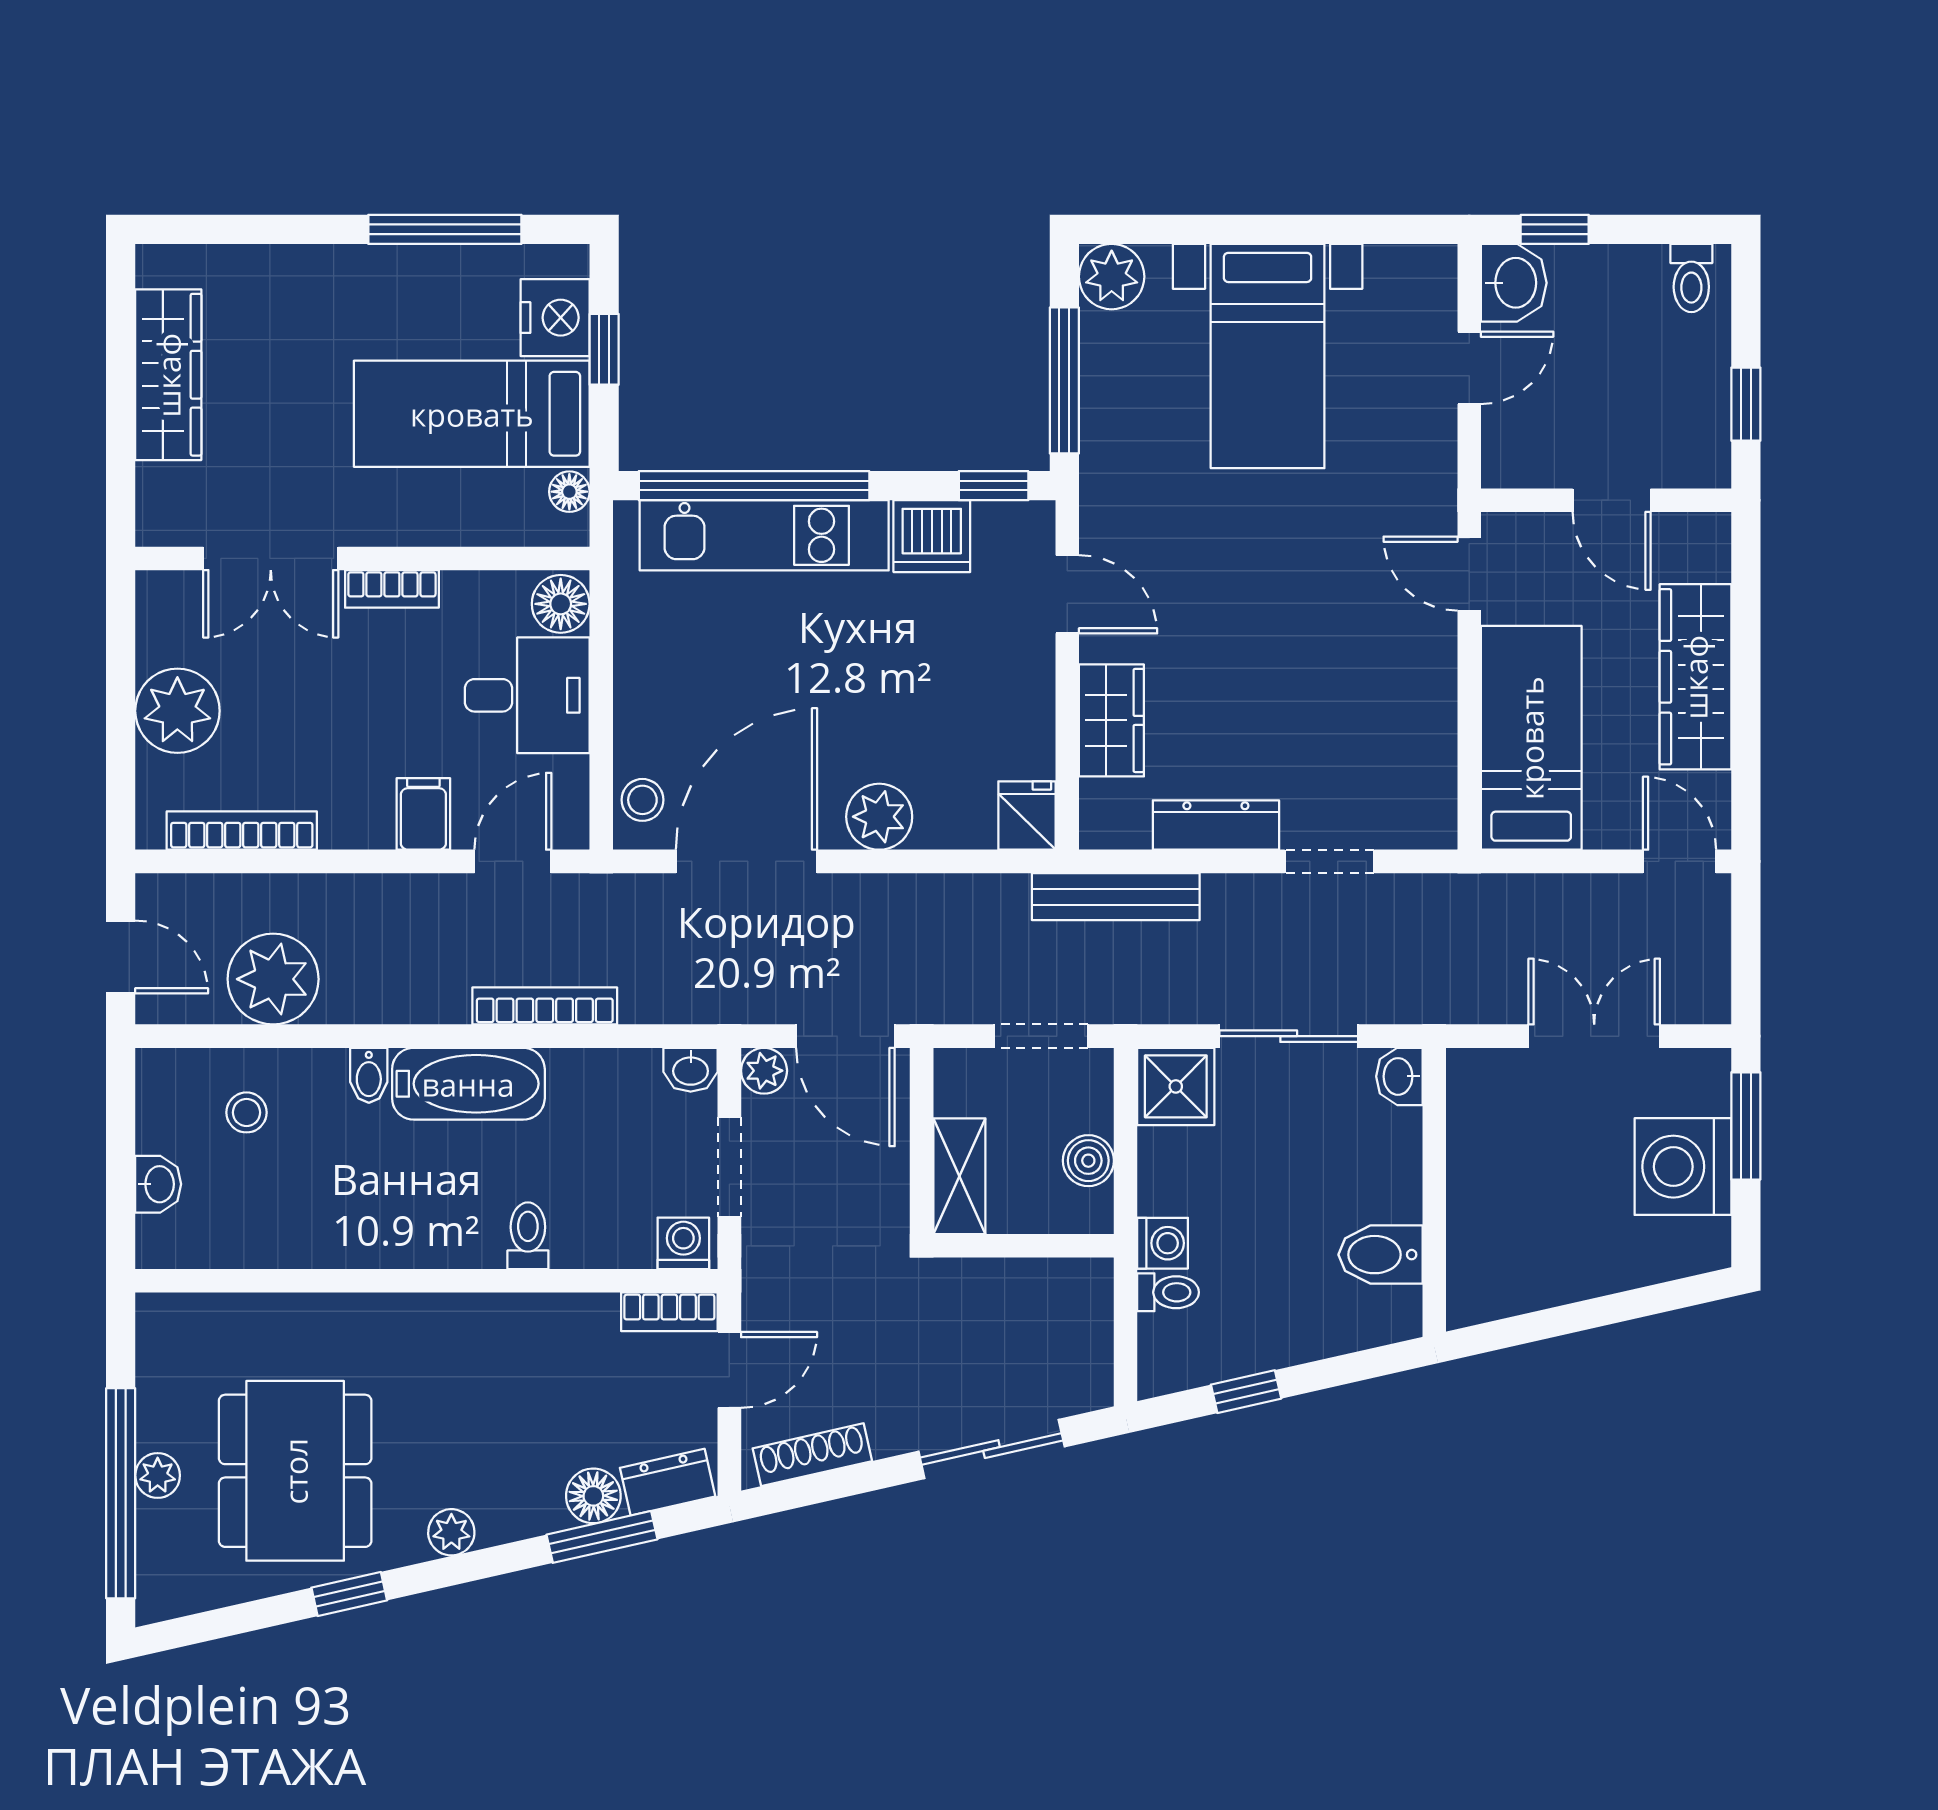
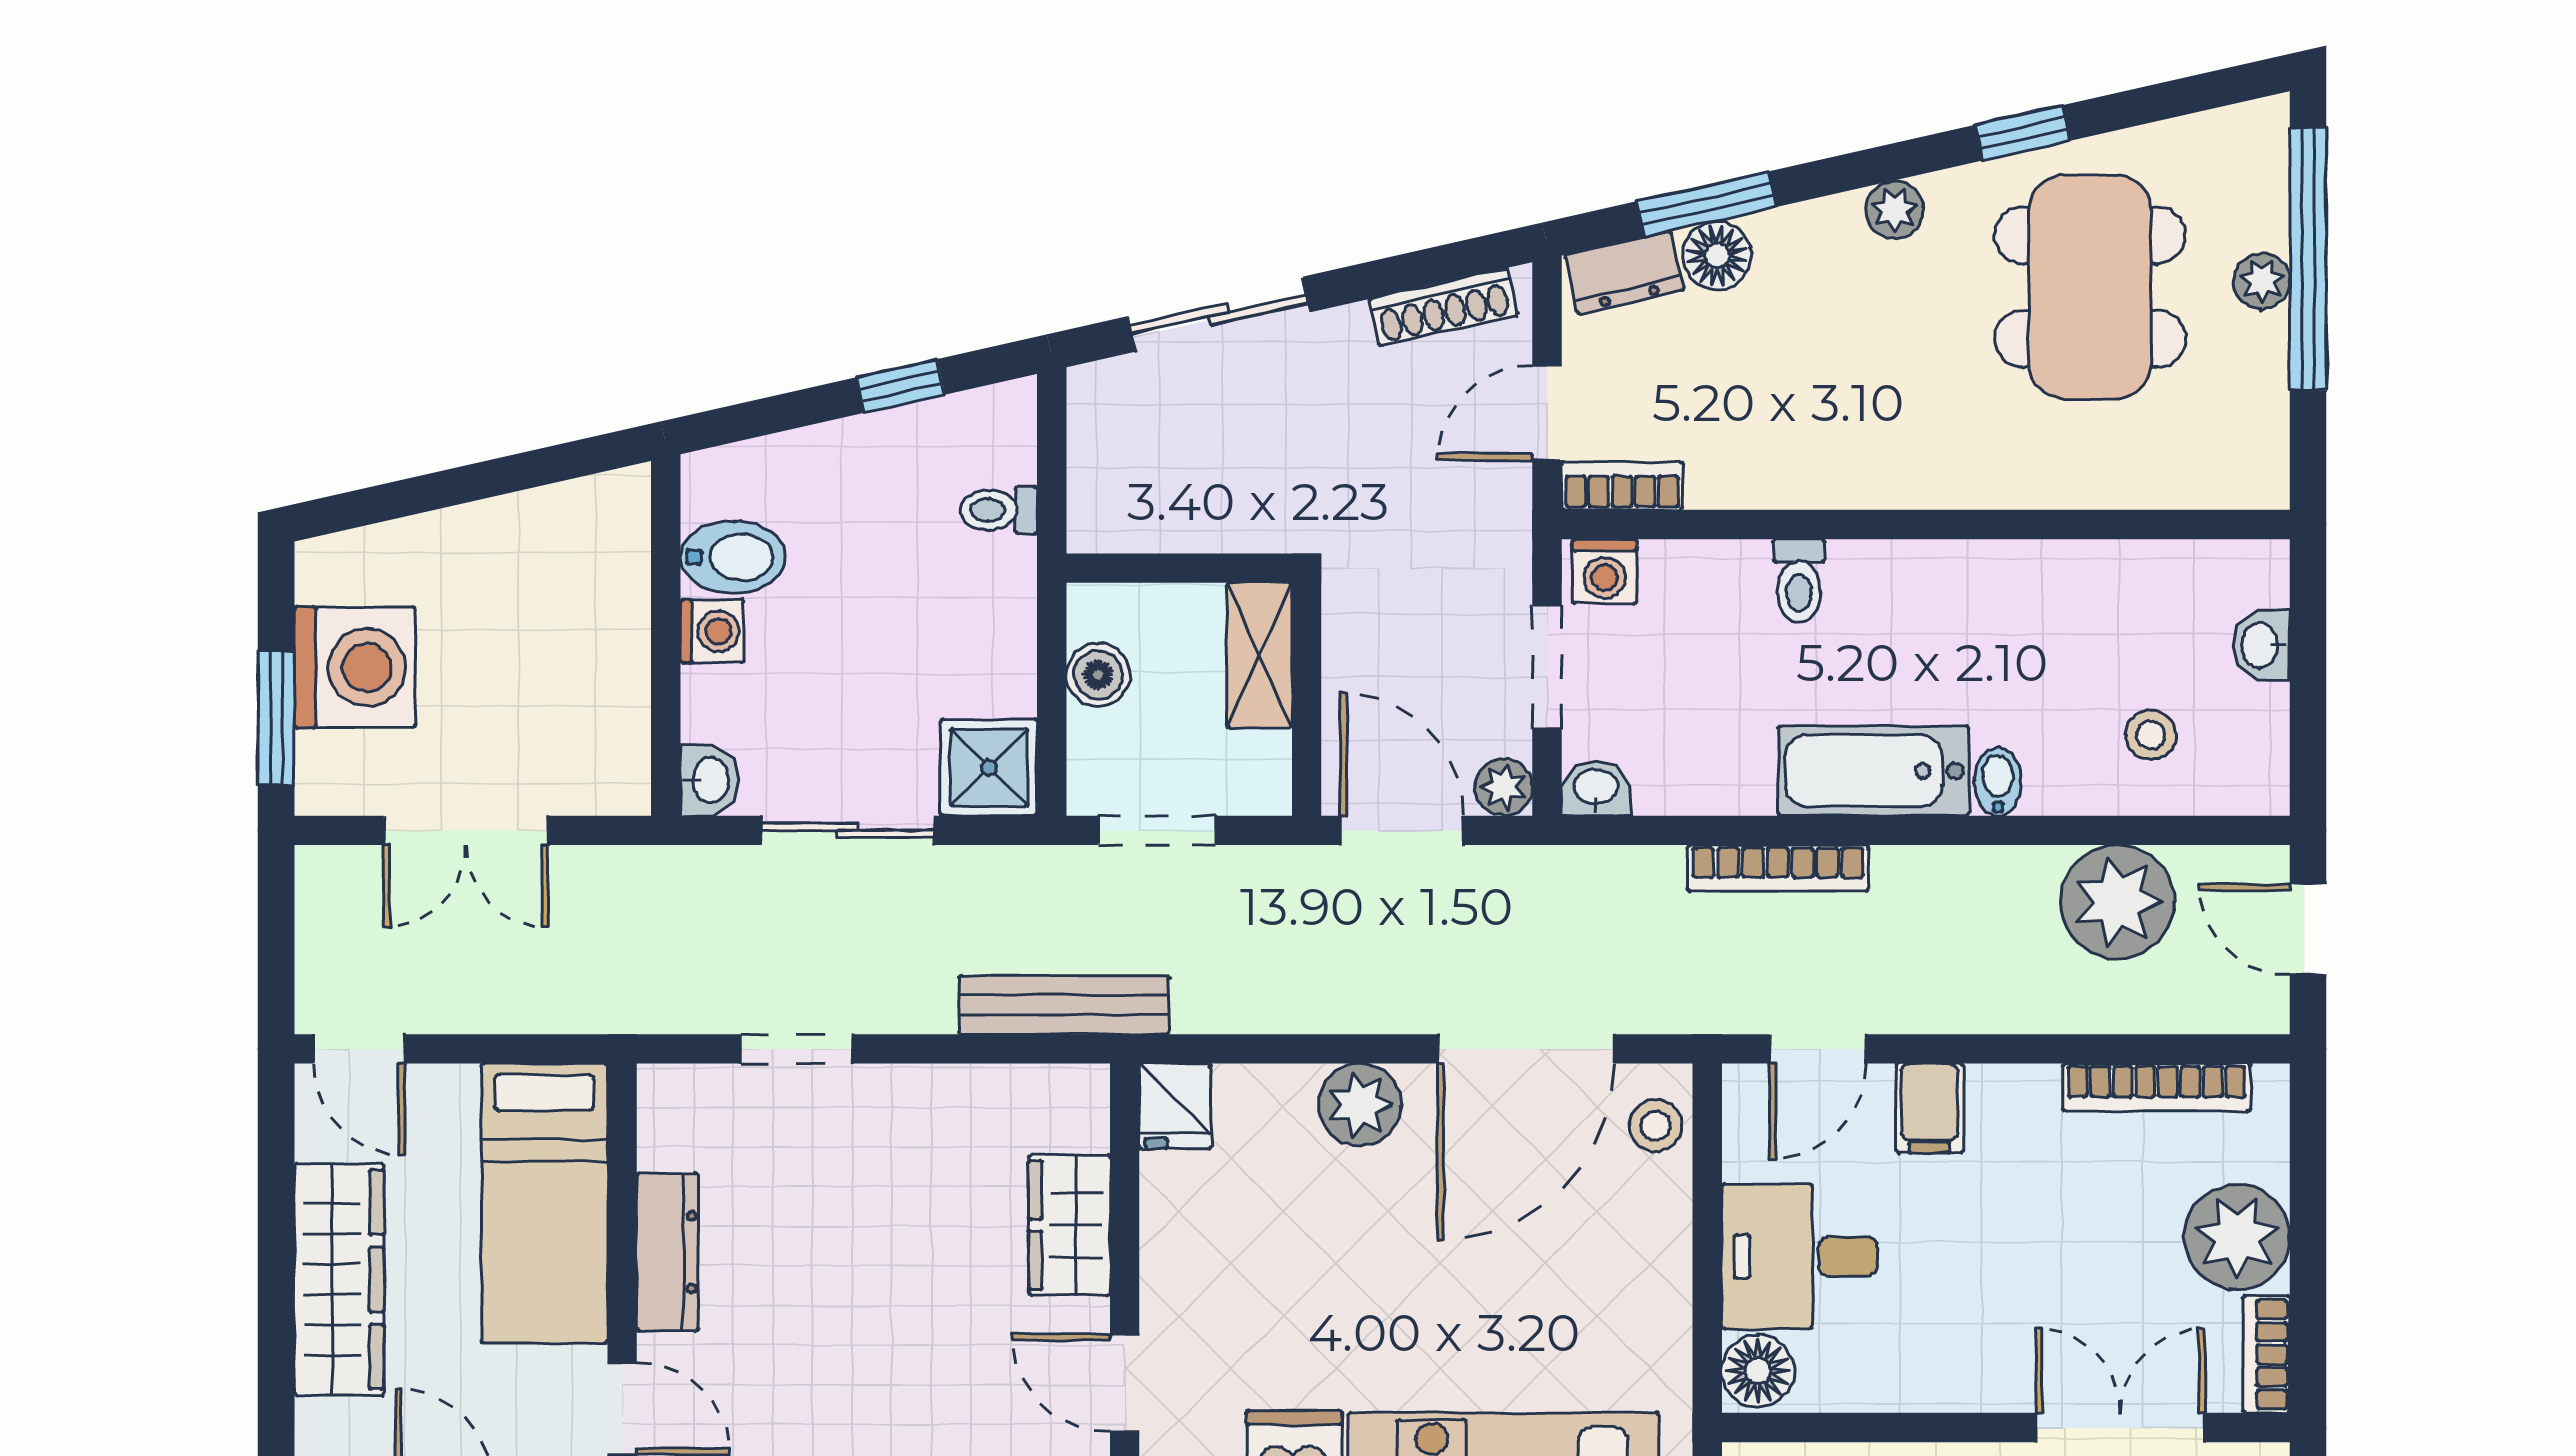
bookcase: (392, 589) -> (2266, 1354), moved, turned -90
dresser: (1216, 825) -> (668, 1252), moved, turned -90
washing machine: (1163, 1243) -> (712, 631), moved, turned 180

